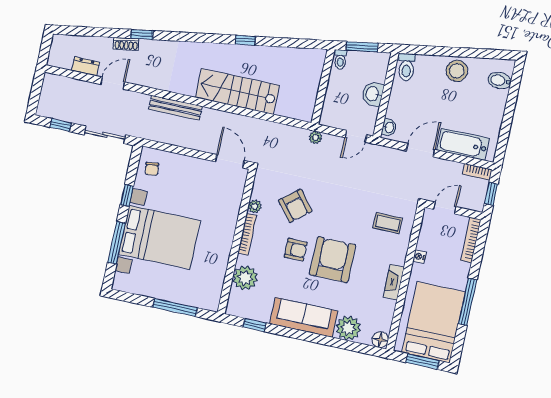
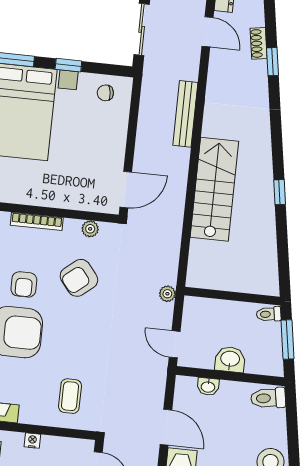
washbasin: (389, 127) -> (208, 387), moved
plant: (255, 206) -> (90, 229), moved

